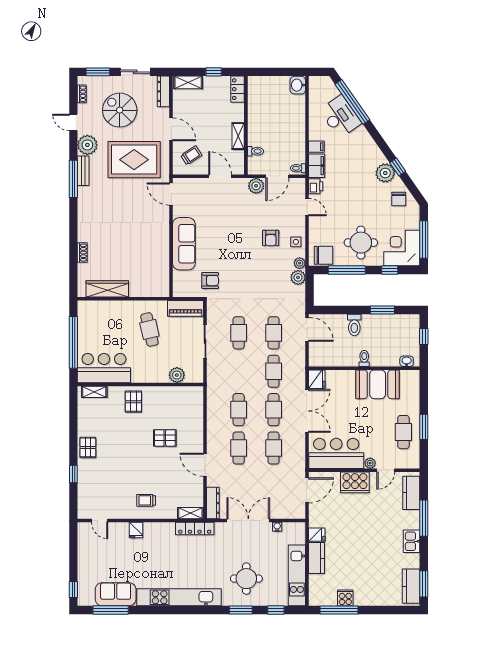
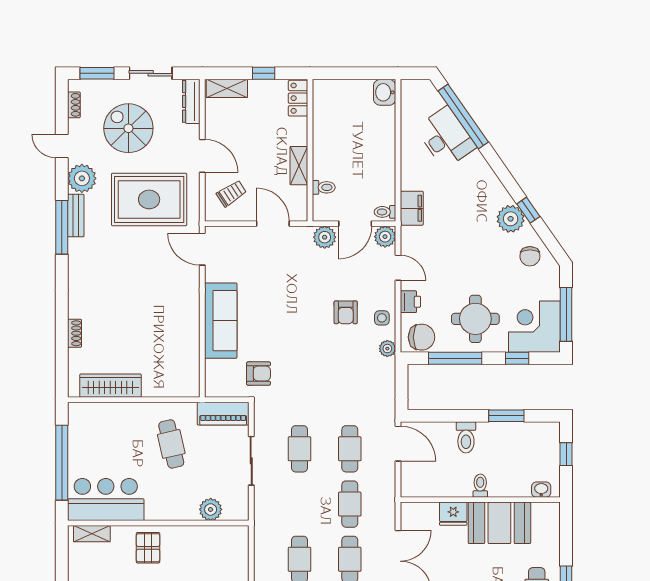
filing cabinet: (316, 147) -> (411, 181), removed
printer: (316, 186) -> (410, 302), moved
plant: (298, 277) -> (385, 237), moved
fridge: (317, 379) -> (453, 514), moved, turned 90

